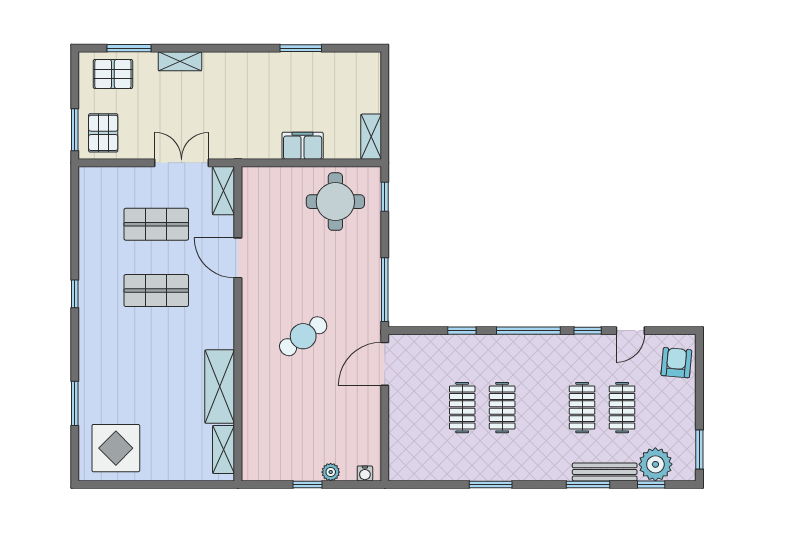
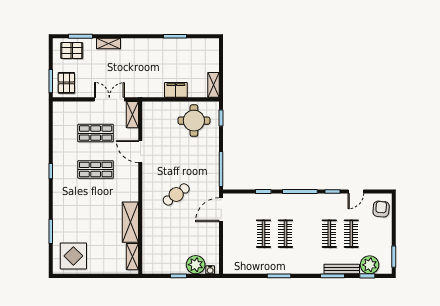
plant: (331, 472) -> (196, 265), width x1.87, depth x1.87

